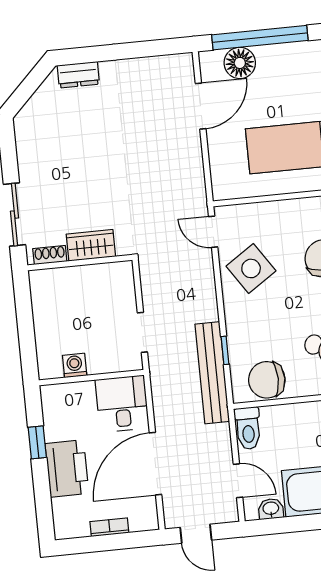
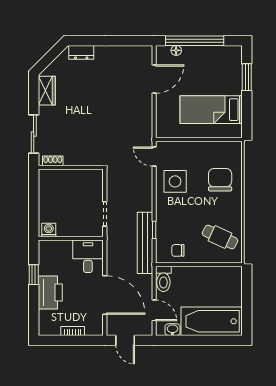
floor lamp: (240, 63) -> (176, 50), width x0.53, depth x0.53
wardrobe: (91, 245) -> (47, 91), moved, turned 90
side table: (251, 268) -> (175, 181), turned 34
washing machine: (75, 365) -> (49, 230), moved
chair: (267, 380) -> (178, 250), width x0.54, depth x0.54
door: (156, 464) -> (105, 295), swing flipped

